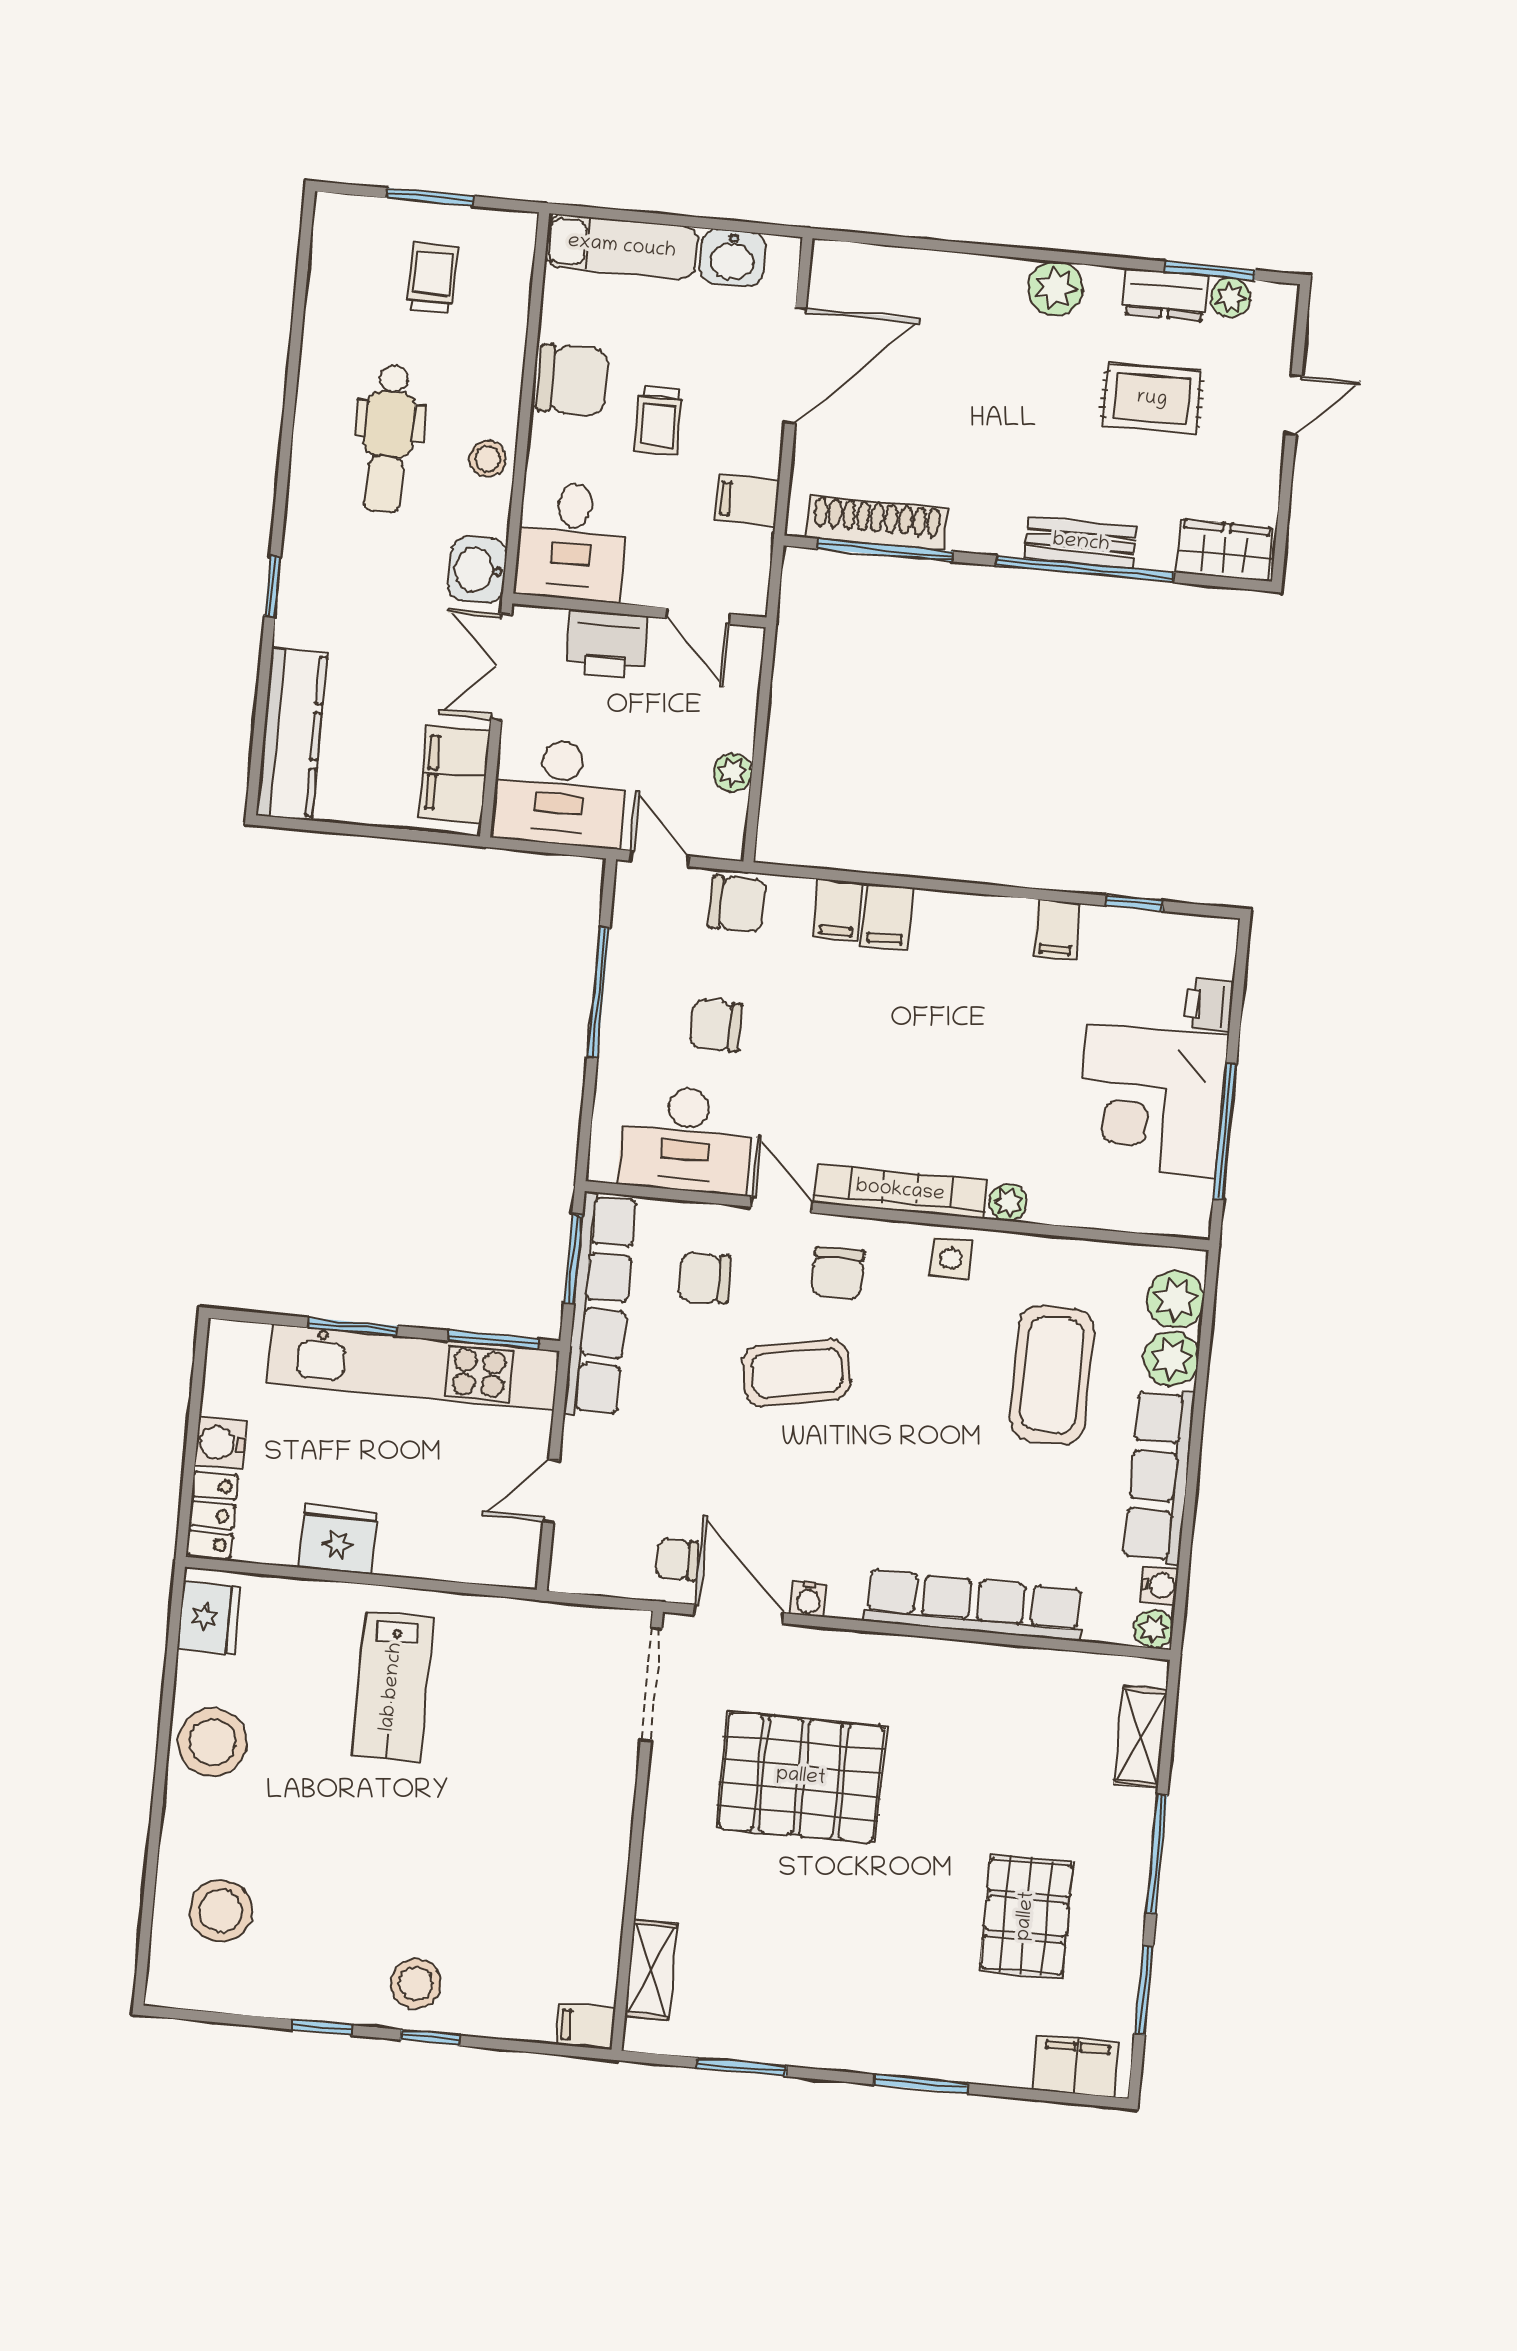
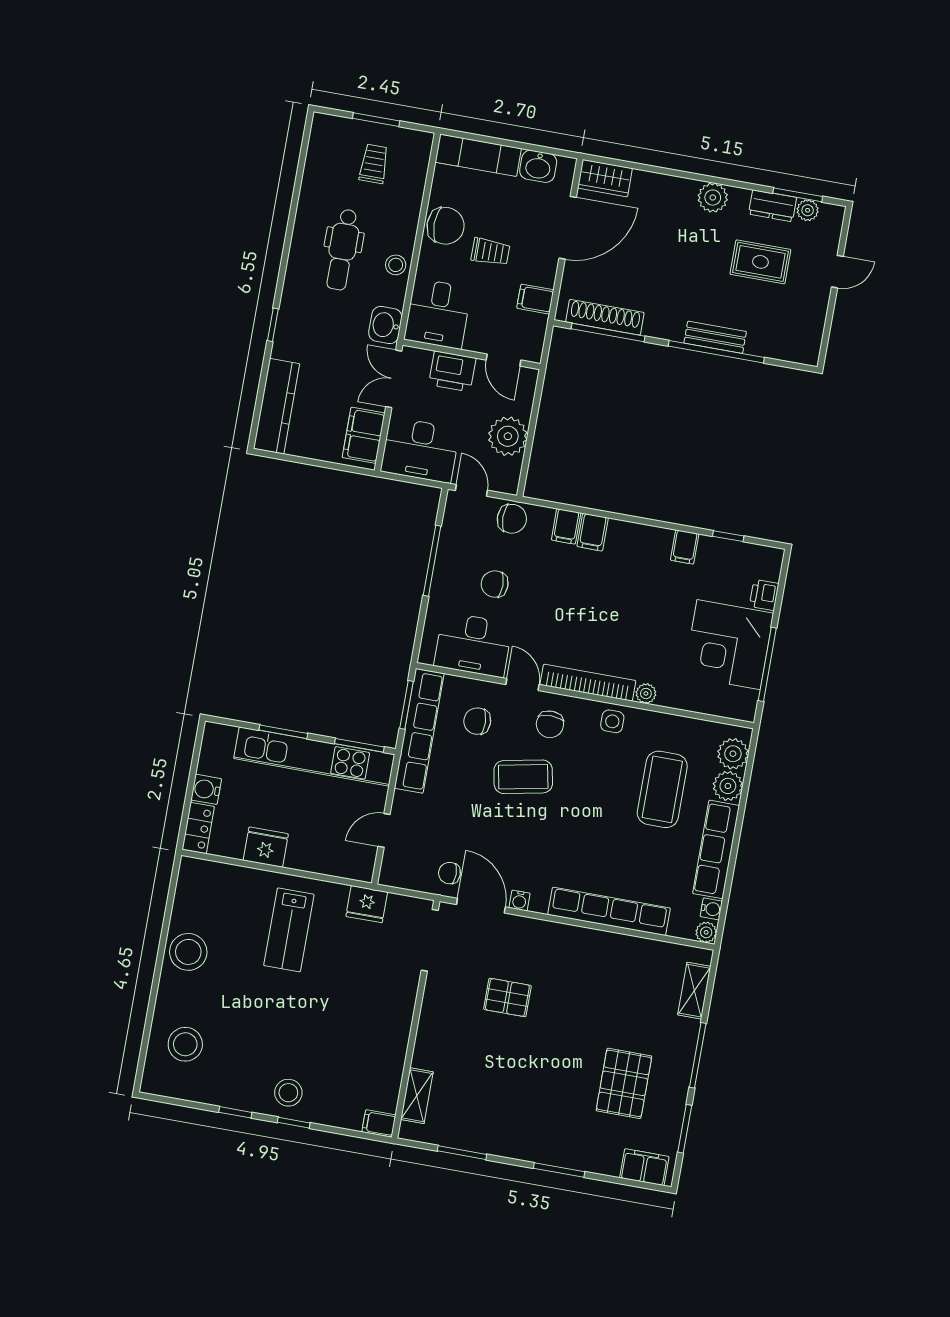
trolley: (658, 421) -> (490, 252), turned -90
wardrobe: (1225, 550) -> (605, 178), moved, turned 180
plant: (733, 773) -> (508, 436), width x1.88, depth x1.88
fridge: (209, 1618) -> (367, 904), moved, turned 90
pallet: (801, 1777) -> (507, 997), width x0.49, depth x0.50

